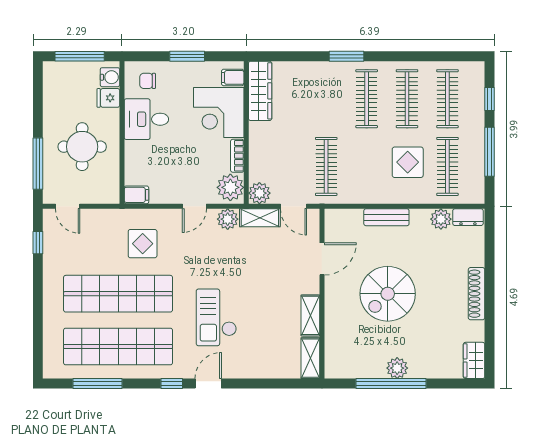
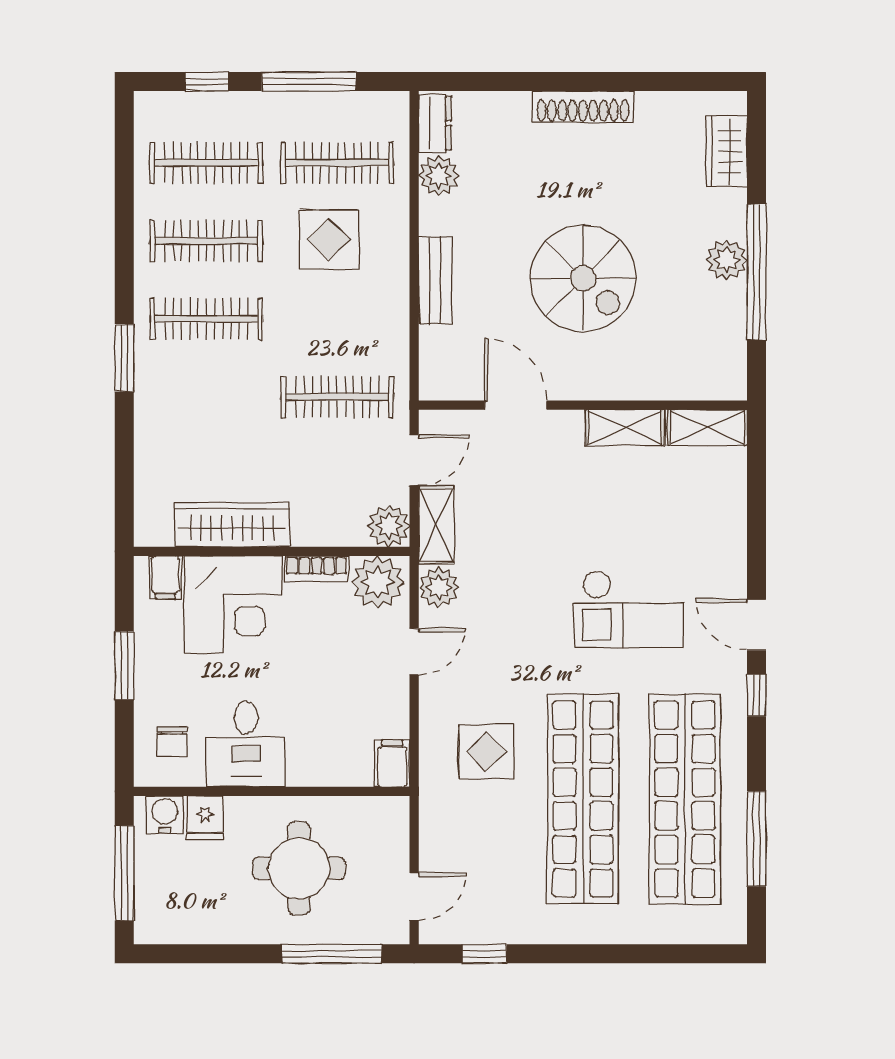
wardrobe: (260, 91) -> (232, 525), moved
door: (194, 206) -> (414, 652), hinge flipped
wardrobe: (474, 360) -> (727, 152), moved, turned 90

